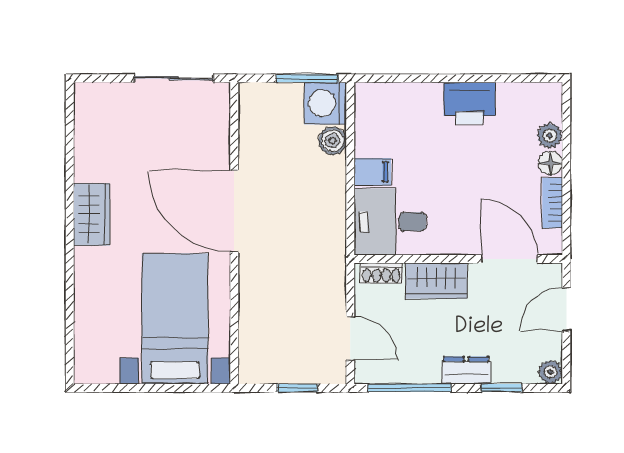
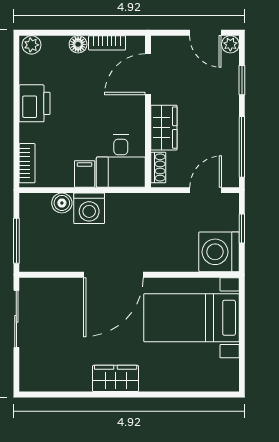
window: (307, 78) -> (16, 241), moved
bookcase: (387, 93) -> (27, 163), added
washing machine: (325, 103) -> (89, 208), moved
plant: (550, 136) -> (31, 45), moved
door: (566, 309) -> (205, 33), moved
washing machine: (266, 357) -> (219, 252), added
dresser: (466, 370) -> (229, 106), removed

